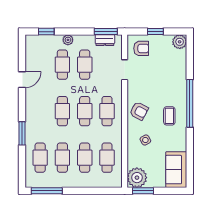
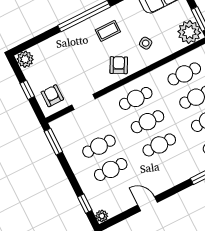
plant: (68, 40) -> (102, 216), moved
dresser: (105, 40) -> (63, 138), removed

